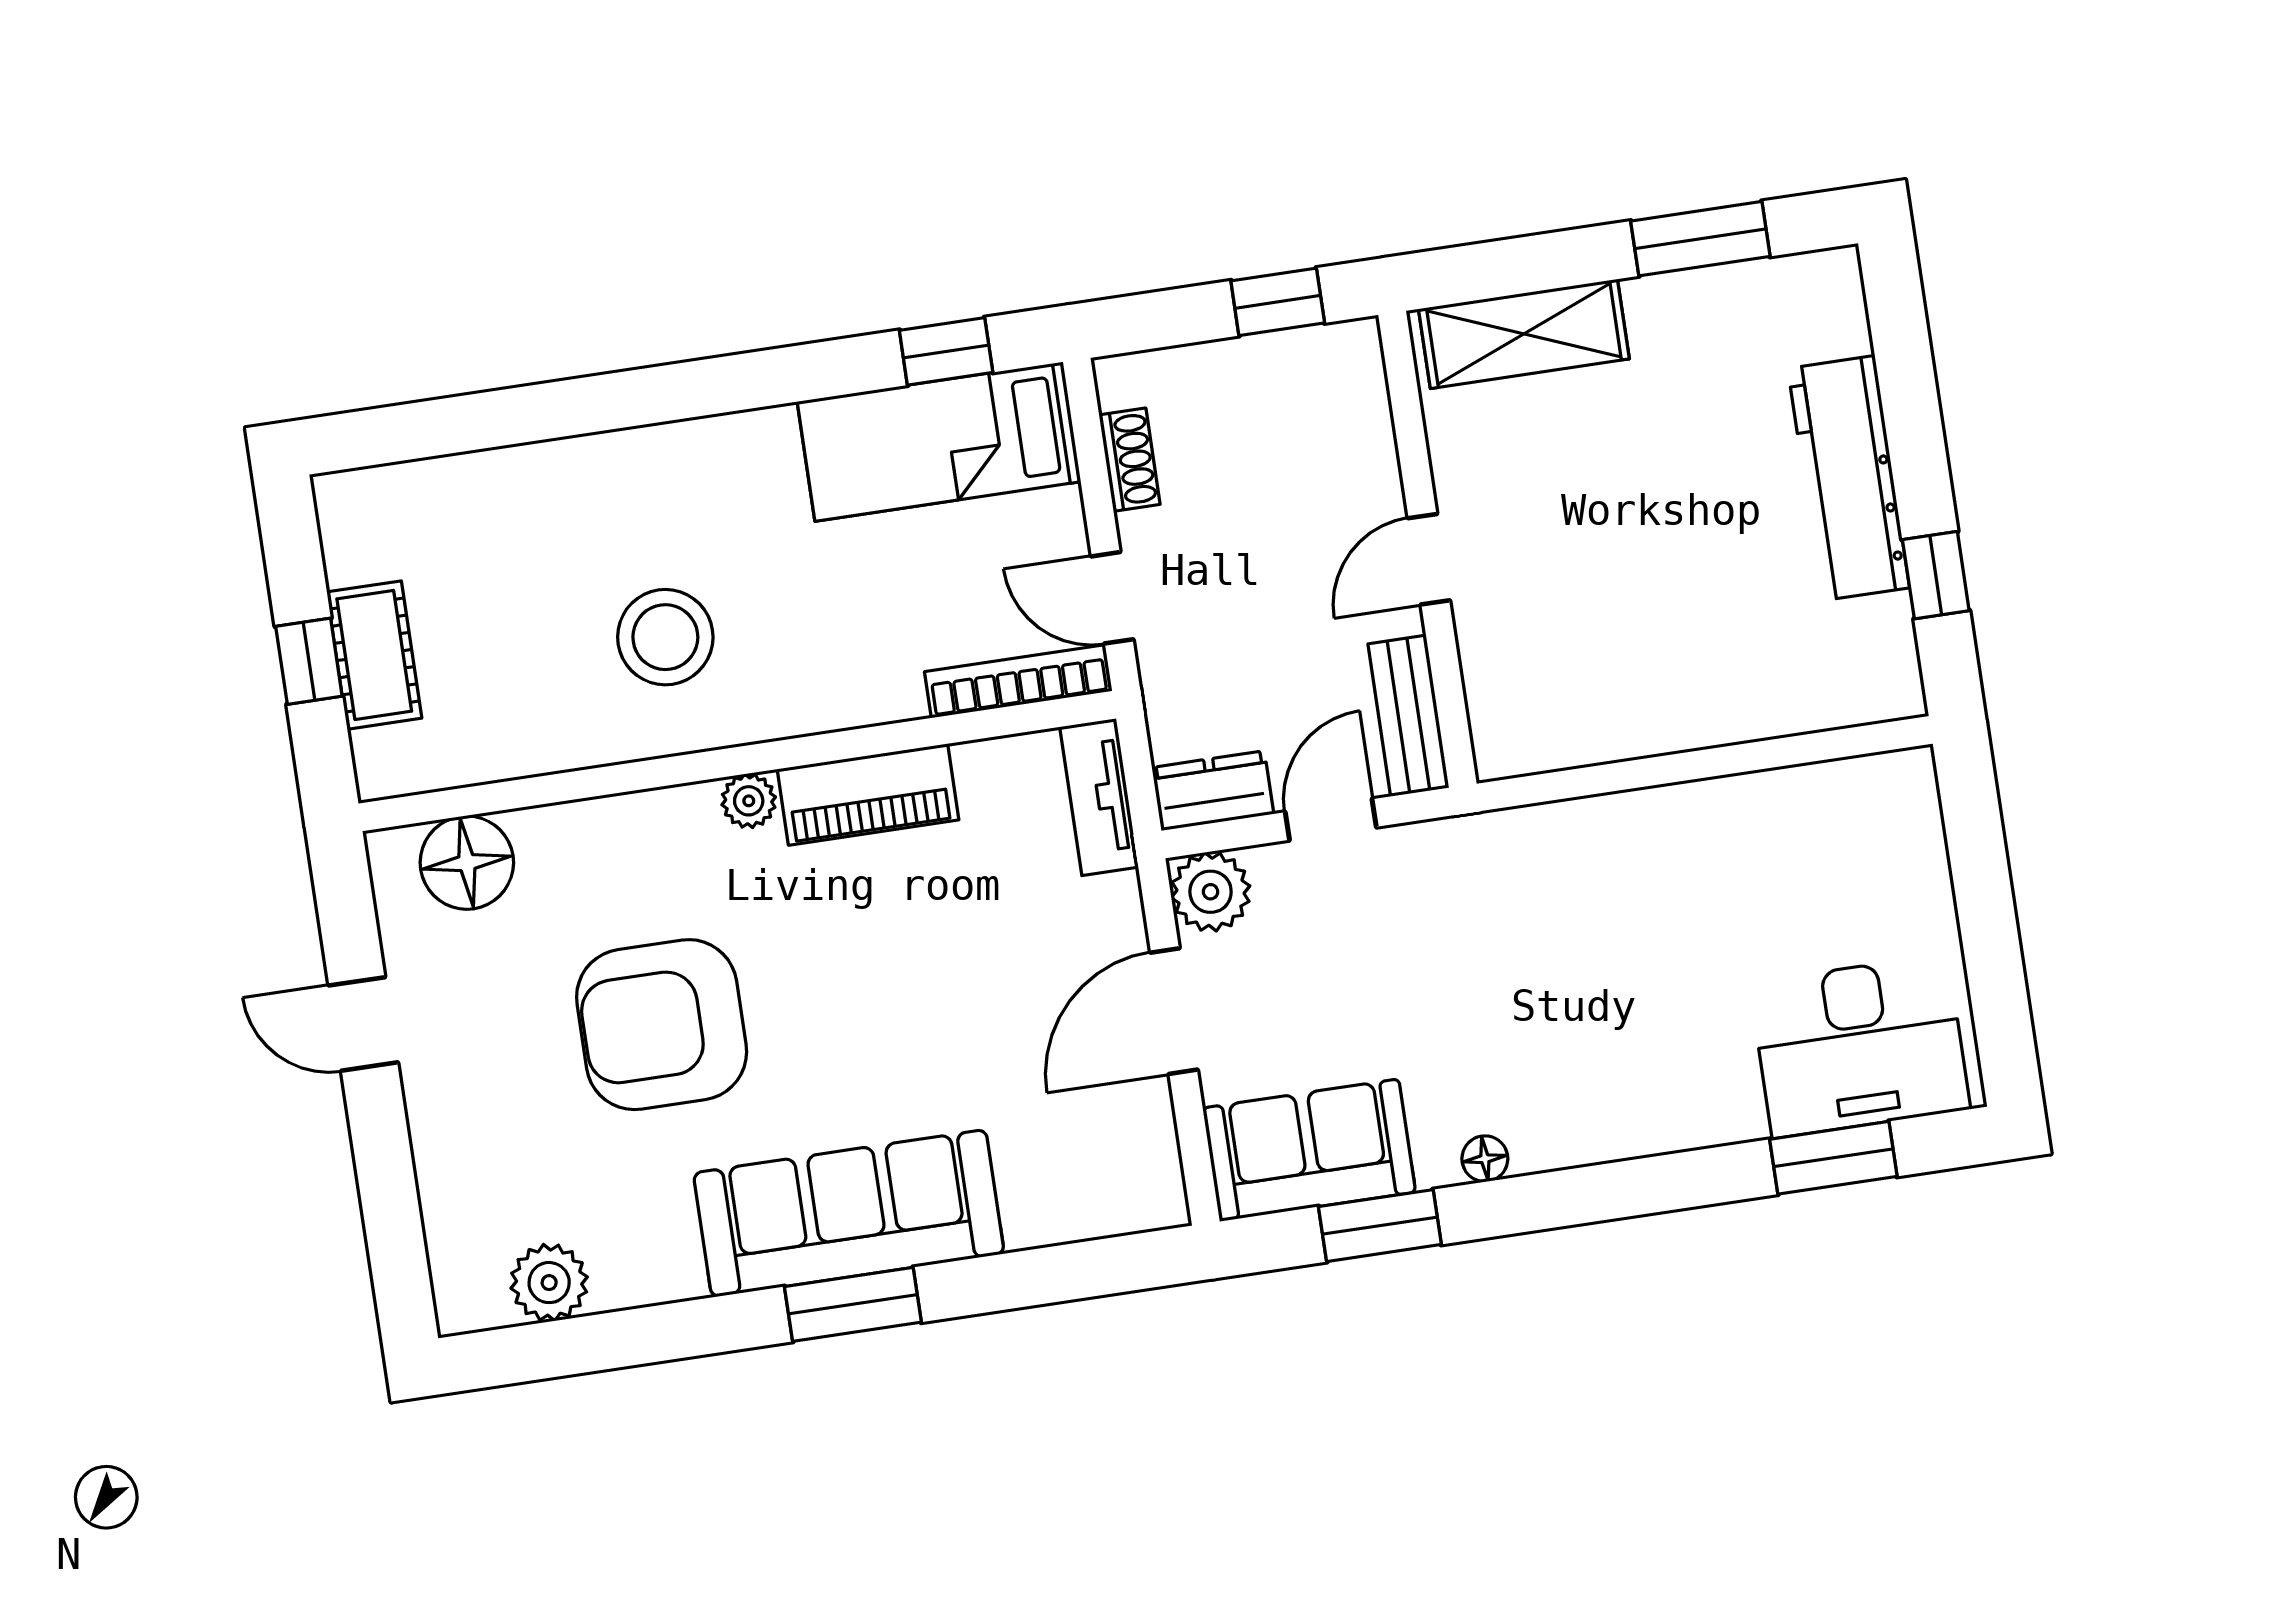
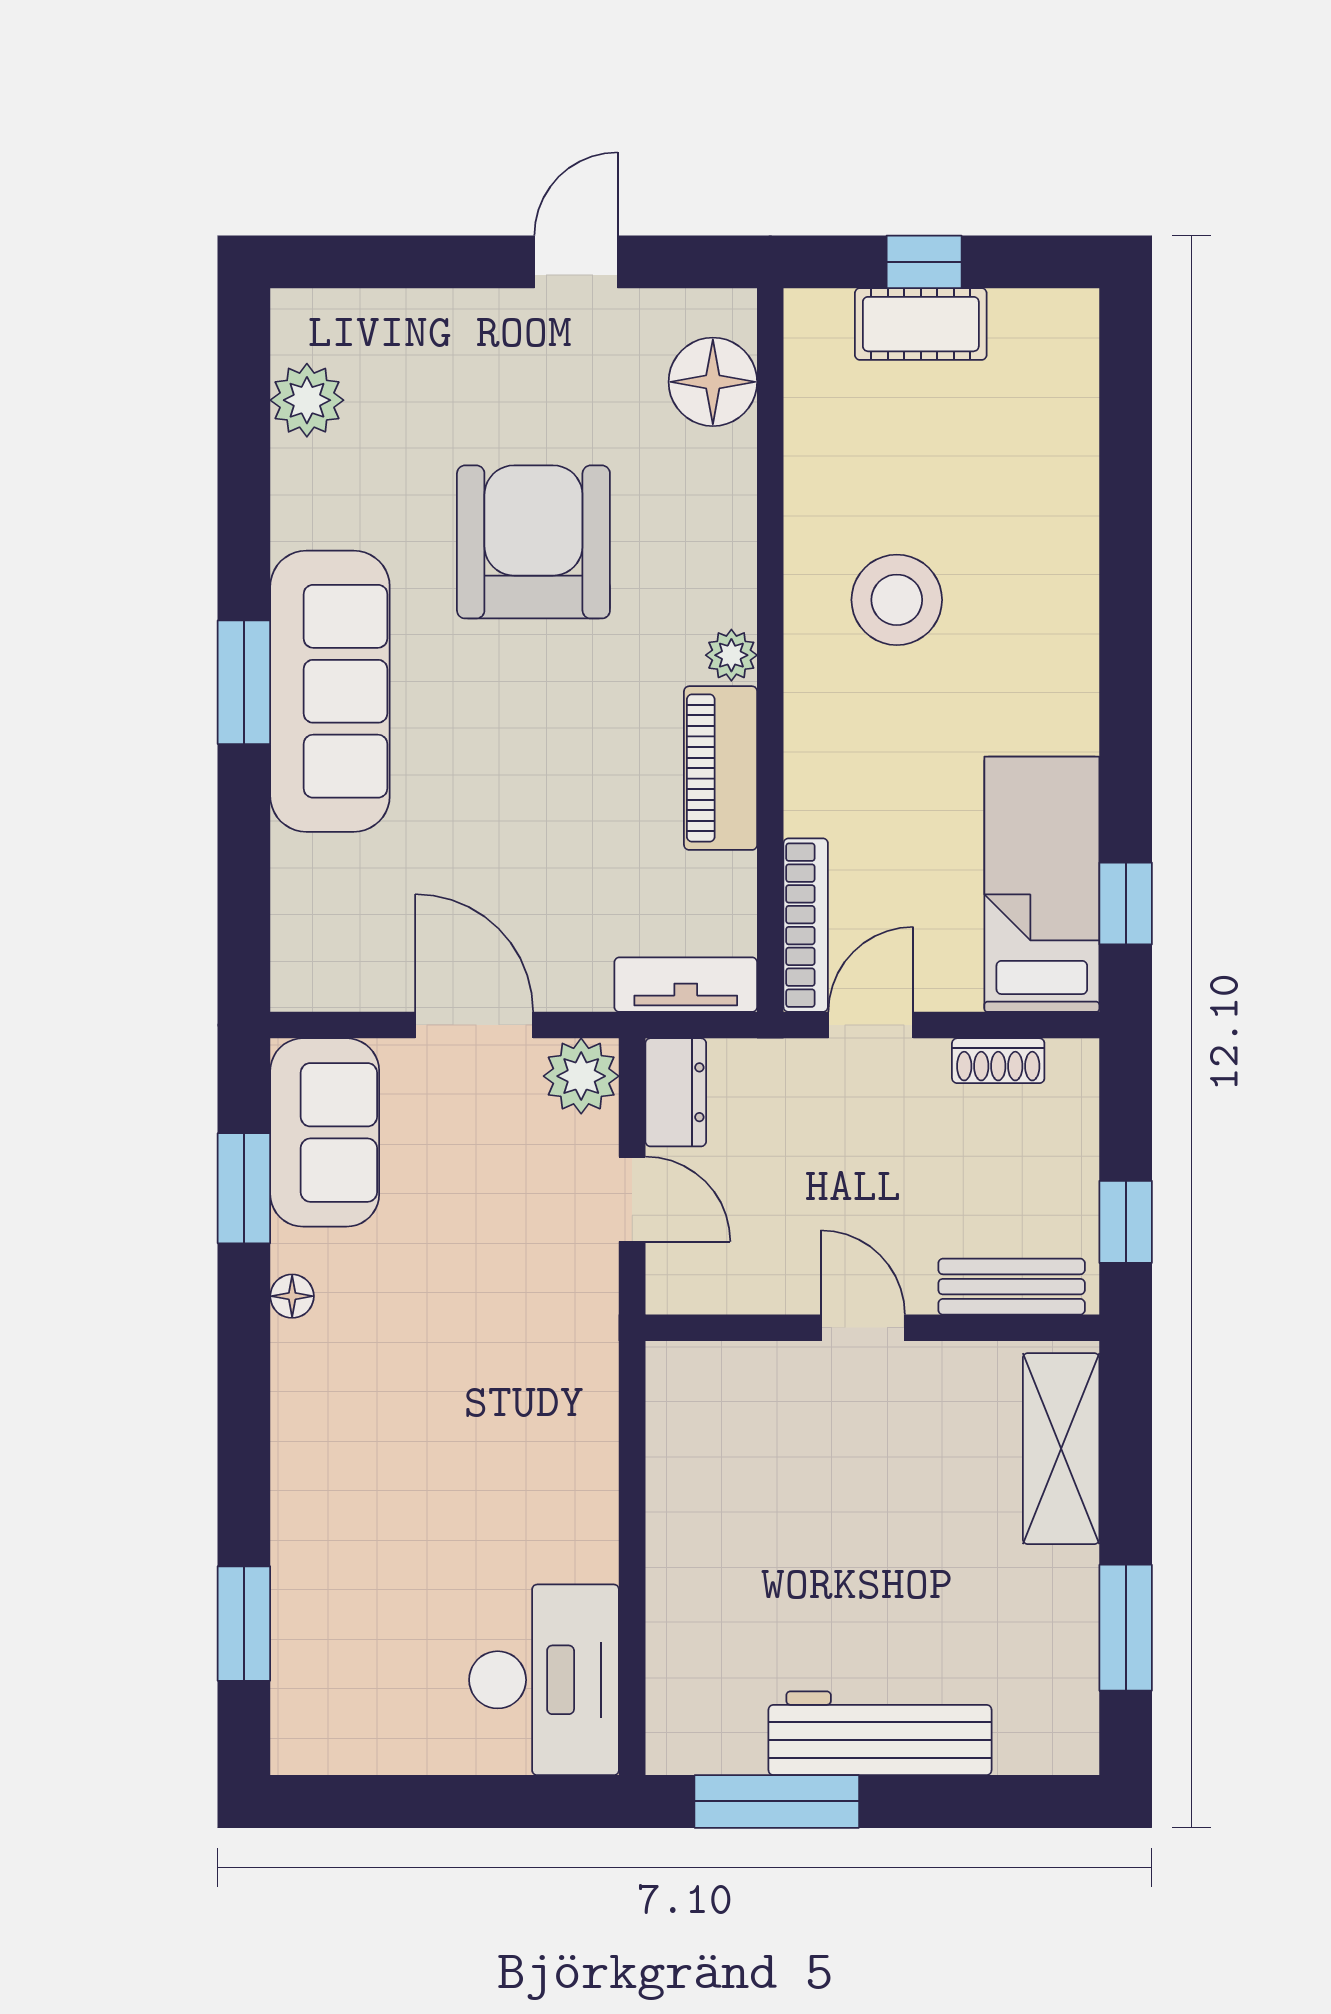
window: (1936, 575) -> (777, 1801), width x2.17
bench: (1408, 716) -> (1012, 1287), moved
desk: (1860, 1046) -> (544, 1680), moved, turned 180

